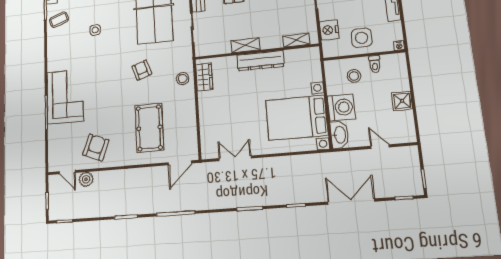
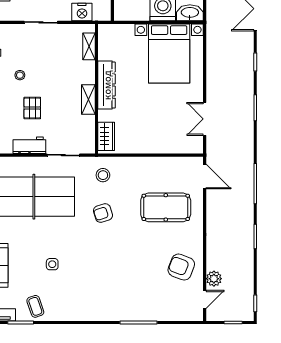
wardrobe: (204, 77) -> (106, 136), moved, turned 90
stool: (183, 79) -> (103, 175), moved
corner sofa: (65, 97) -> (123, 301), removed

